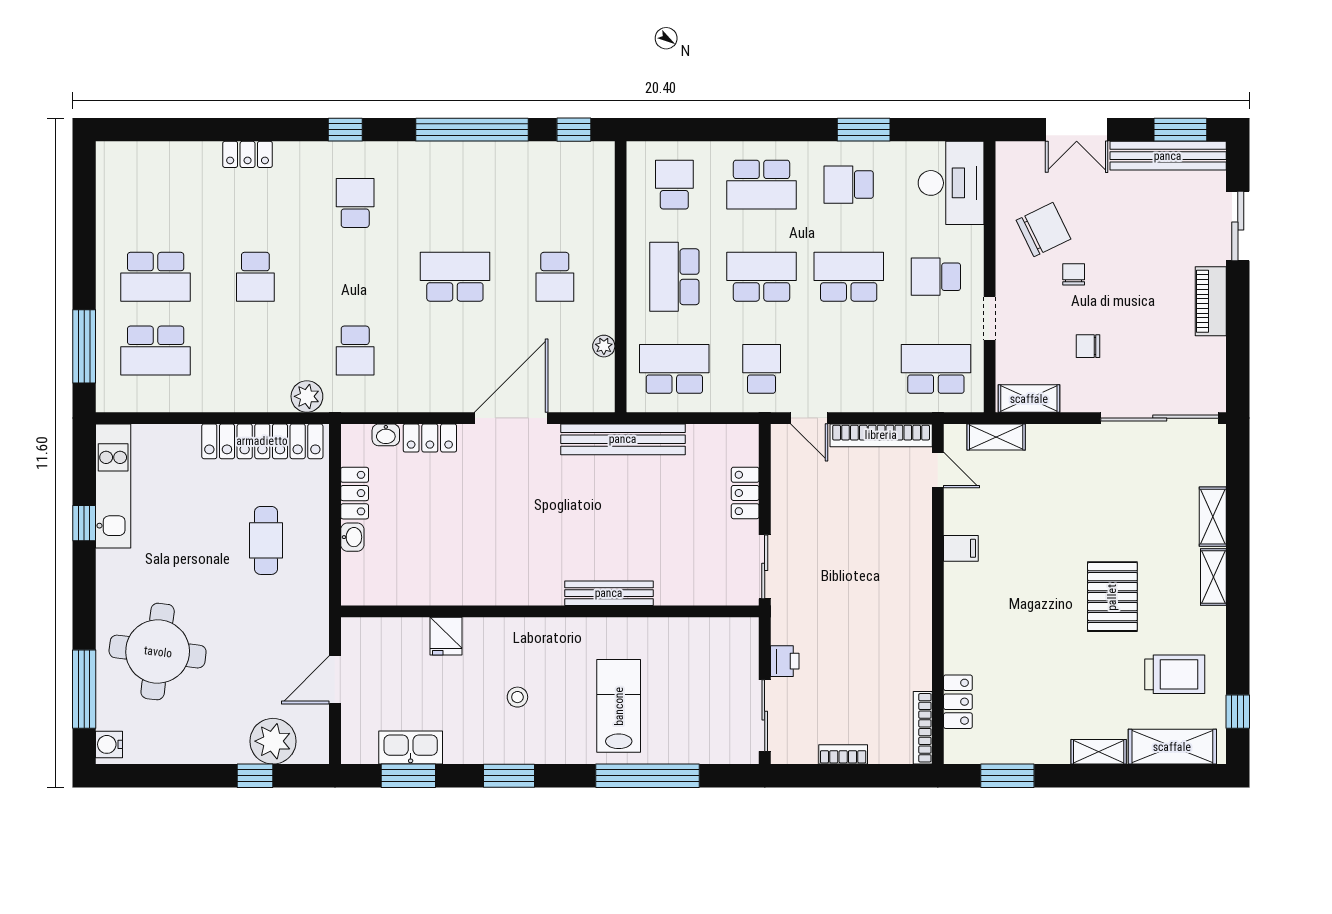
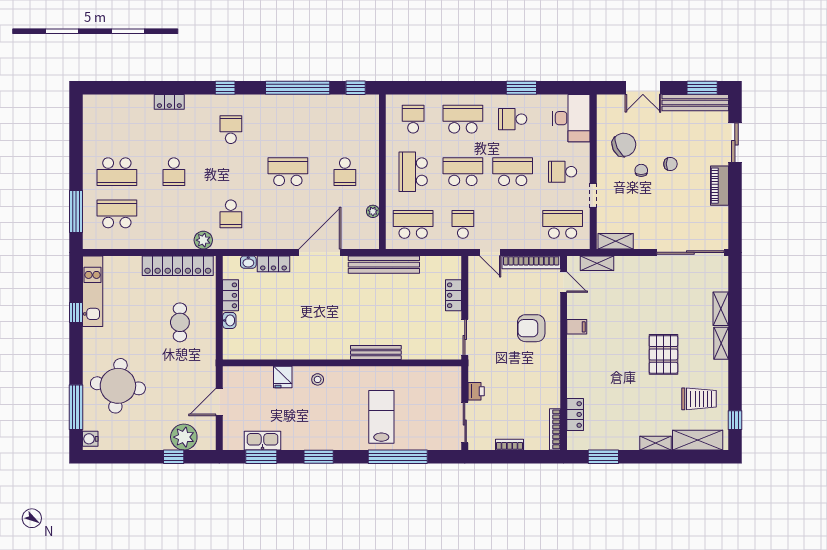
school desk: (762, 185) -> (463, 119), turned 180
chair: (1088, 346) -> (670, 164), moved, turned 180
school desk: (156, 350) -> (117, 214), turned 180
armchair: (881, 551) -> (531, 328), added
stool: (517, 697) -> (318, 379), moved

